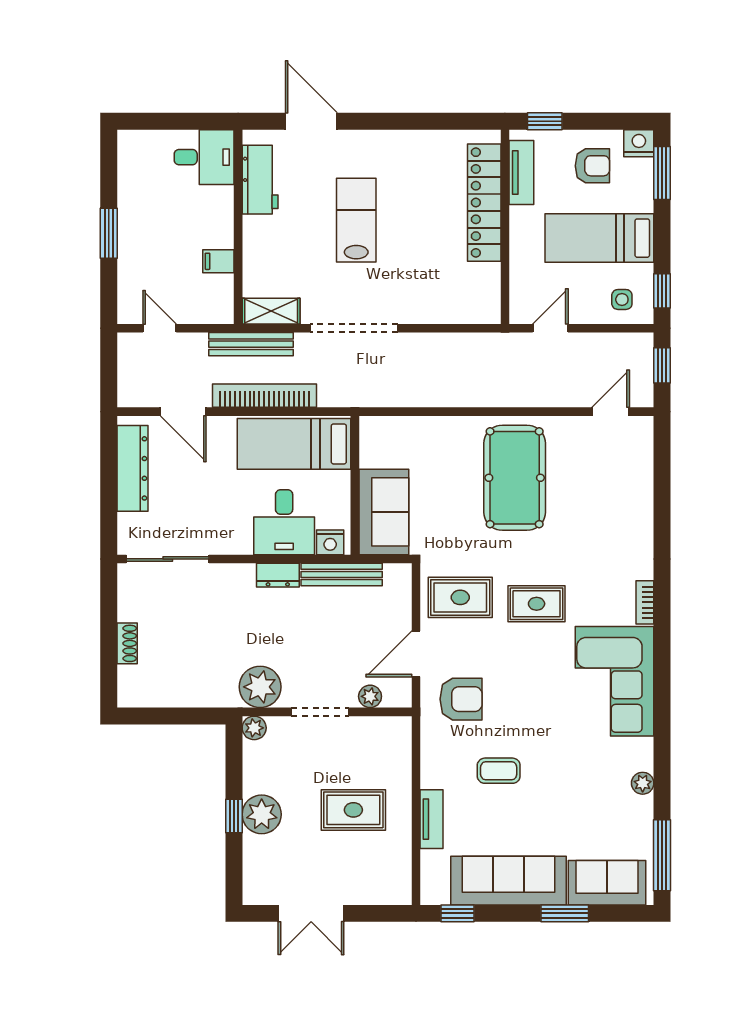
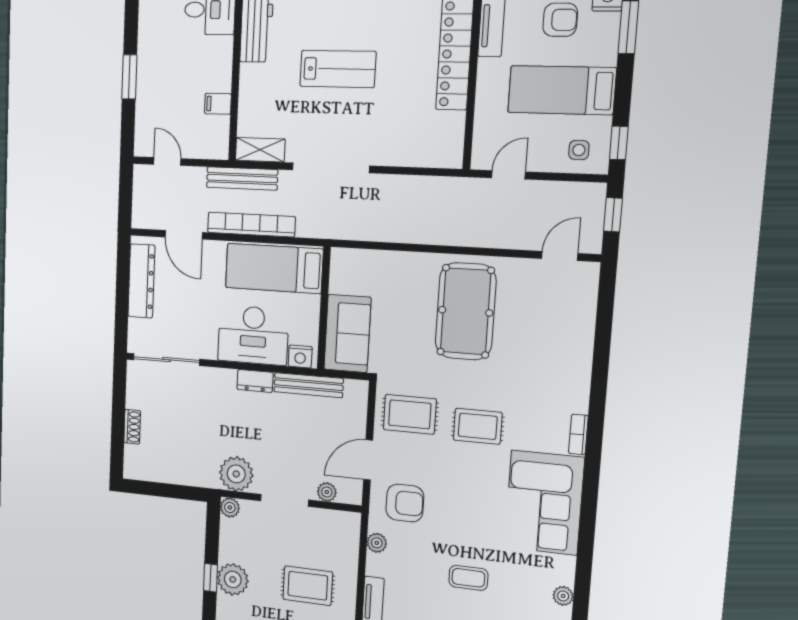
lab bench: (356, 220) -> (338, 69), turned 90
desk: (284, 522) -> (253, 335), width x1.37
plant: (432, 749) -> (377, 543), added
coffee table: (499, 771) -> (468, 578), moved

